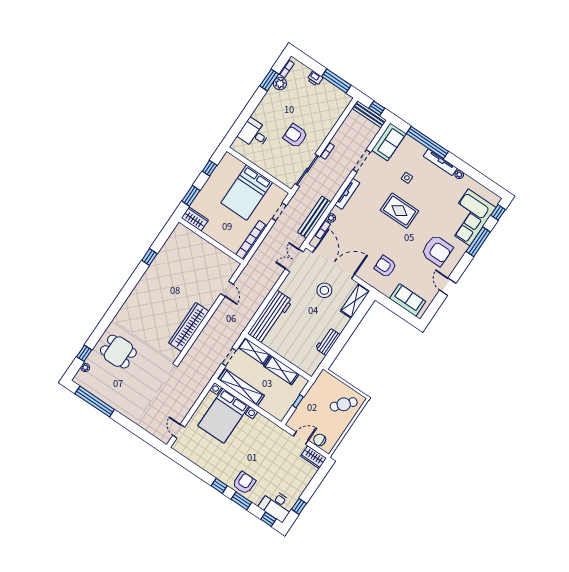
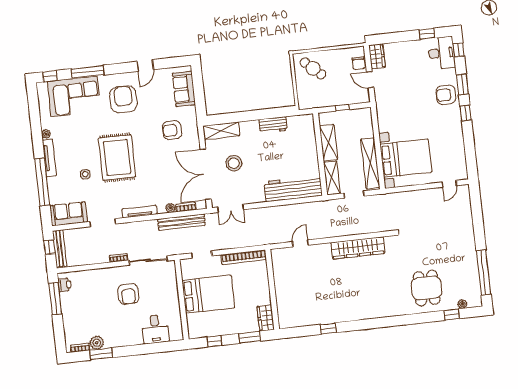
printer: (315, 78) -> (65, 285), moved
rug: (399, 211) -> (117, 158), width x1.37, depth x1.44
armchair: (385, 266) -> (172, 130), turned 90

